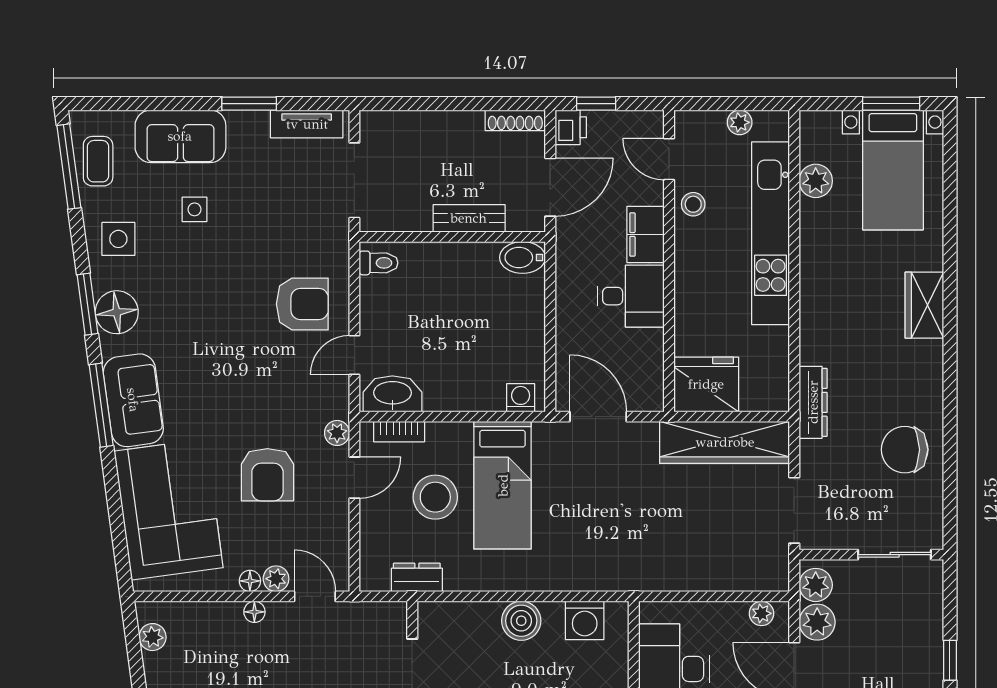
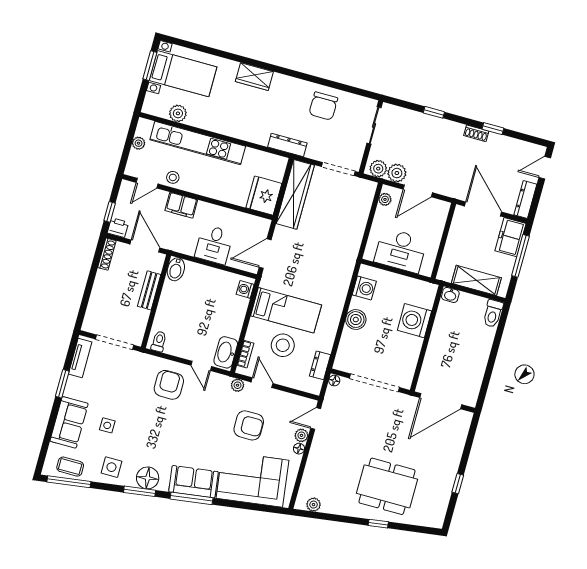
desk: (631, 296) -> (214, 245), moved, turned 180
floor lamp: (254, 612) -> (334, 381), moved

